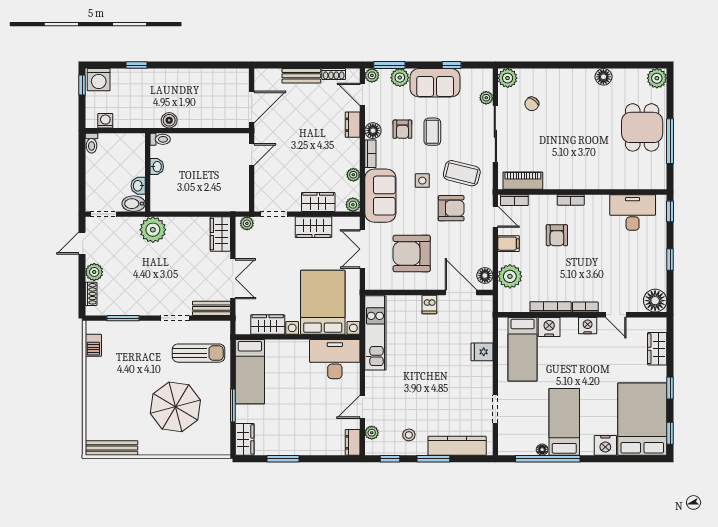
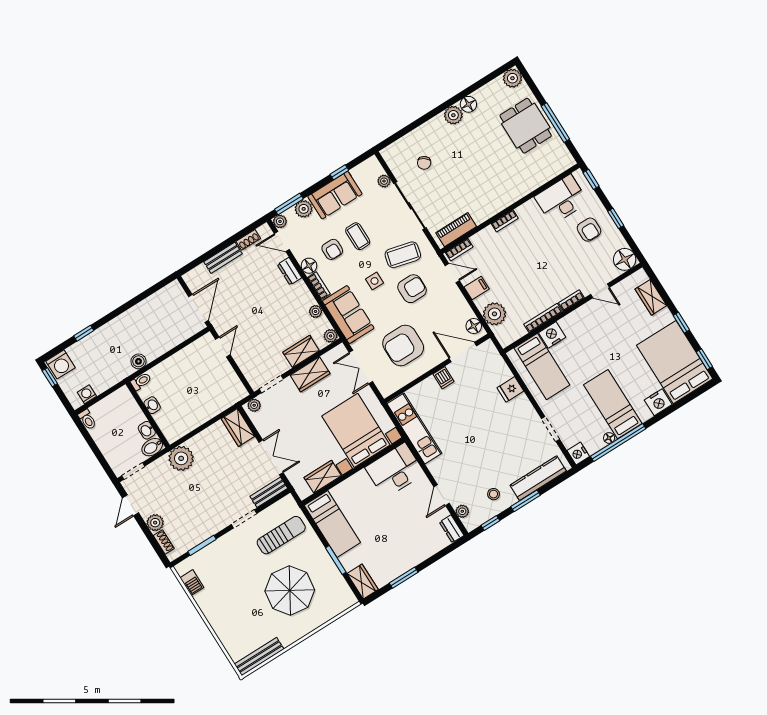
plant: (508, 78) -> (453, 115), moved
armchair: (557, 235) -> (589, 230), moved
nightstand: (588, 326) -> (578, 454), moved, turned -90

